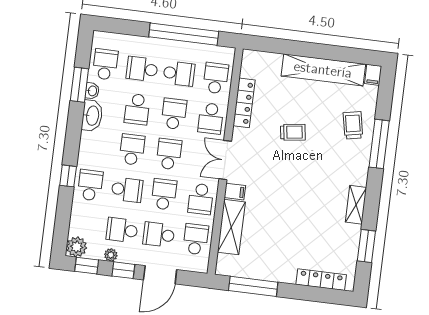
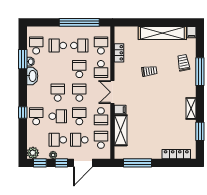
locker: (244, 103) -> (119, 53), width x0.66
school desk: (137, 109) -> (58, 69), removed

